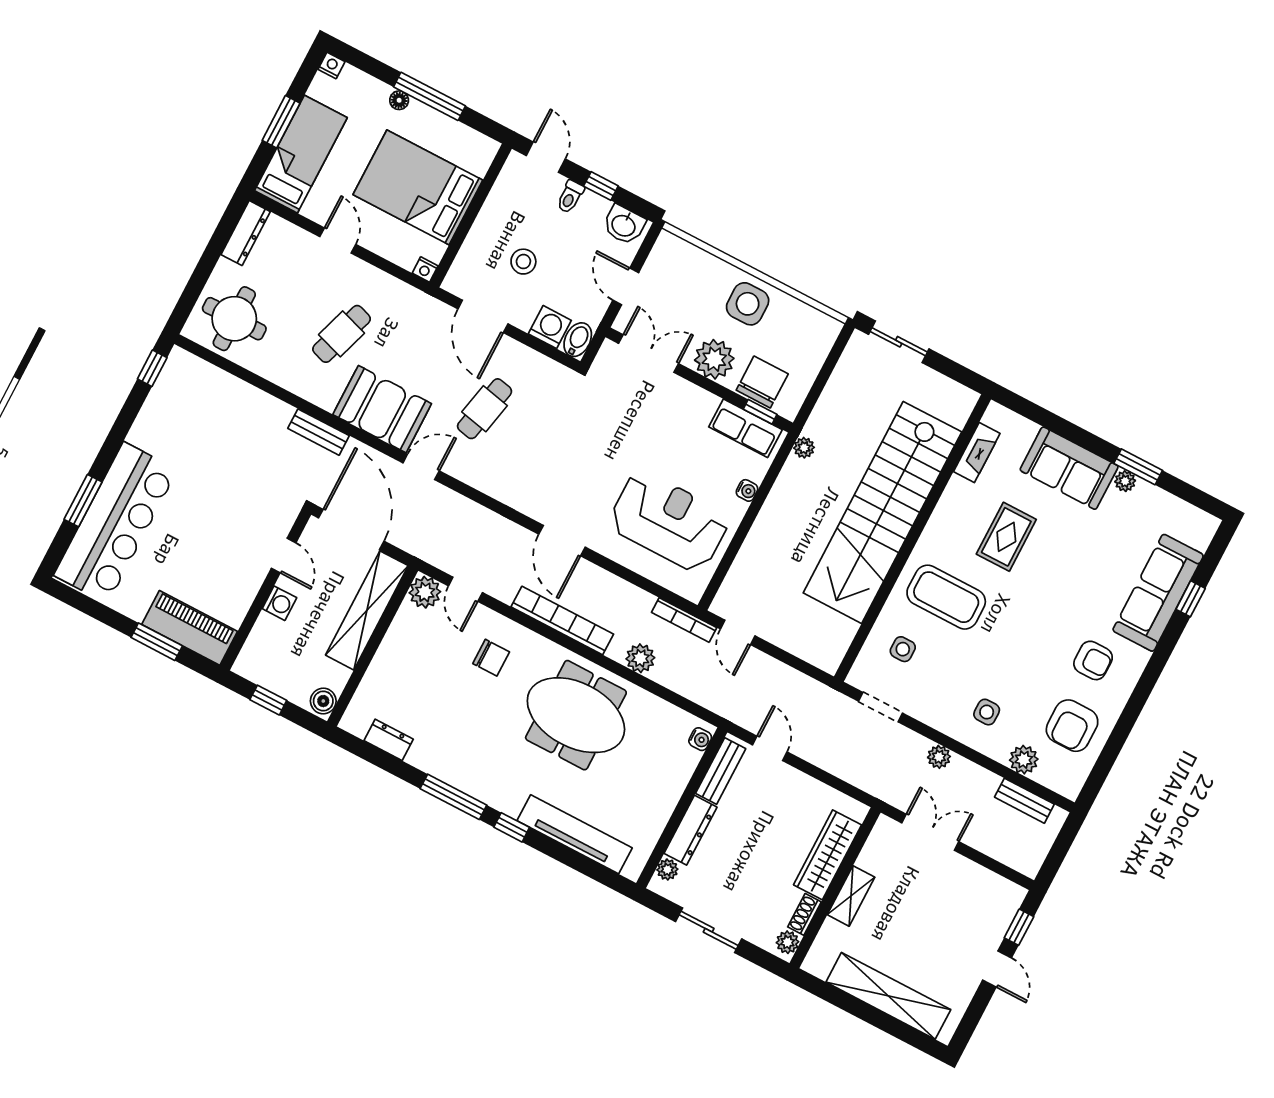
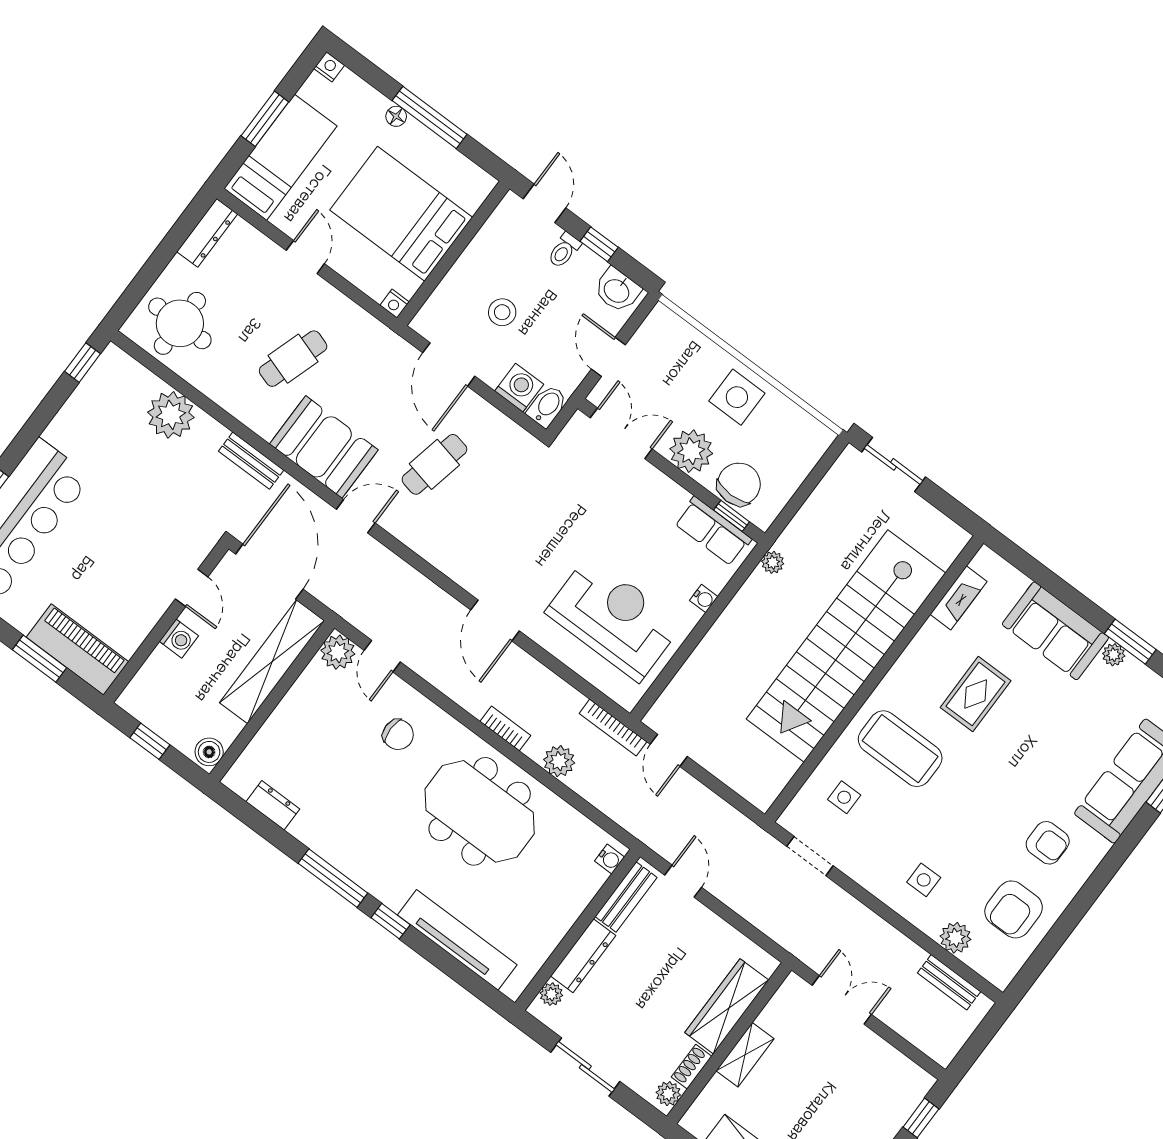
bookcase: (562, 620) -> (505, 728), width x0.43, depth x0.76
plant: (939, 757) -> (171, 415), moved, width x1.88, depth x1.88

